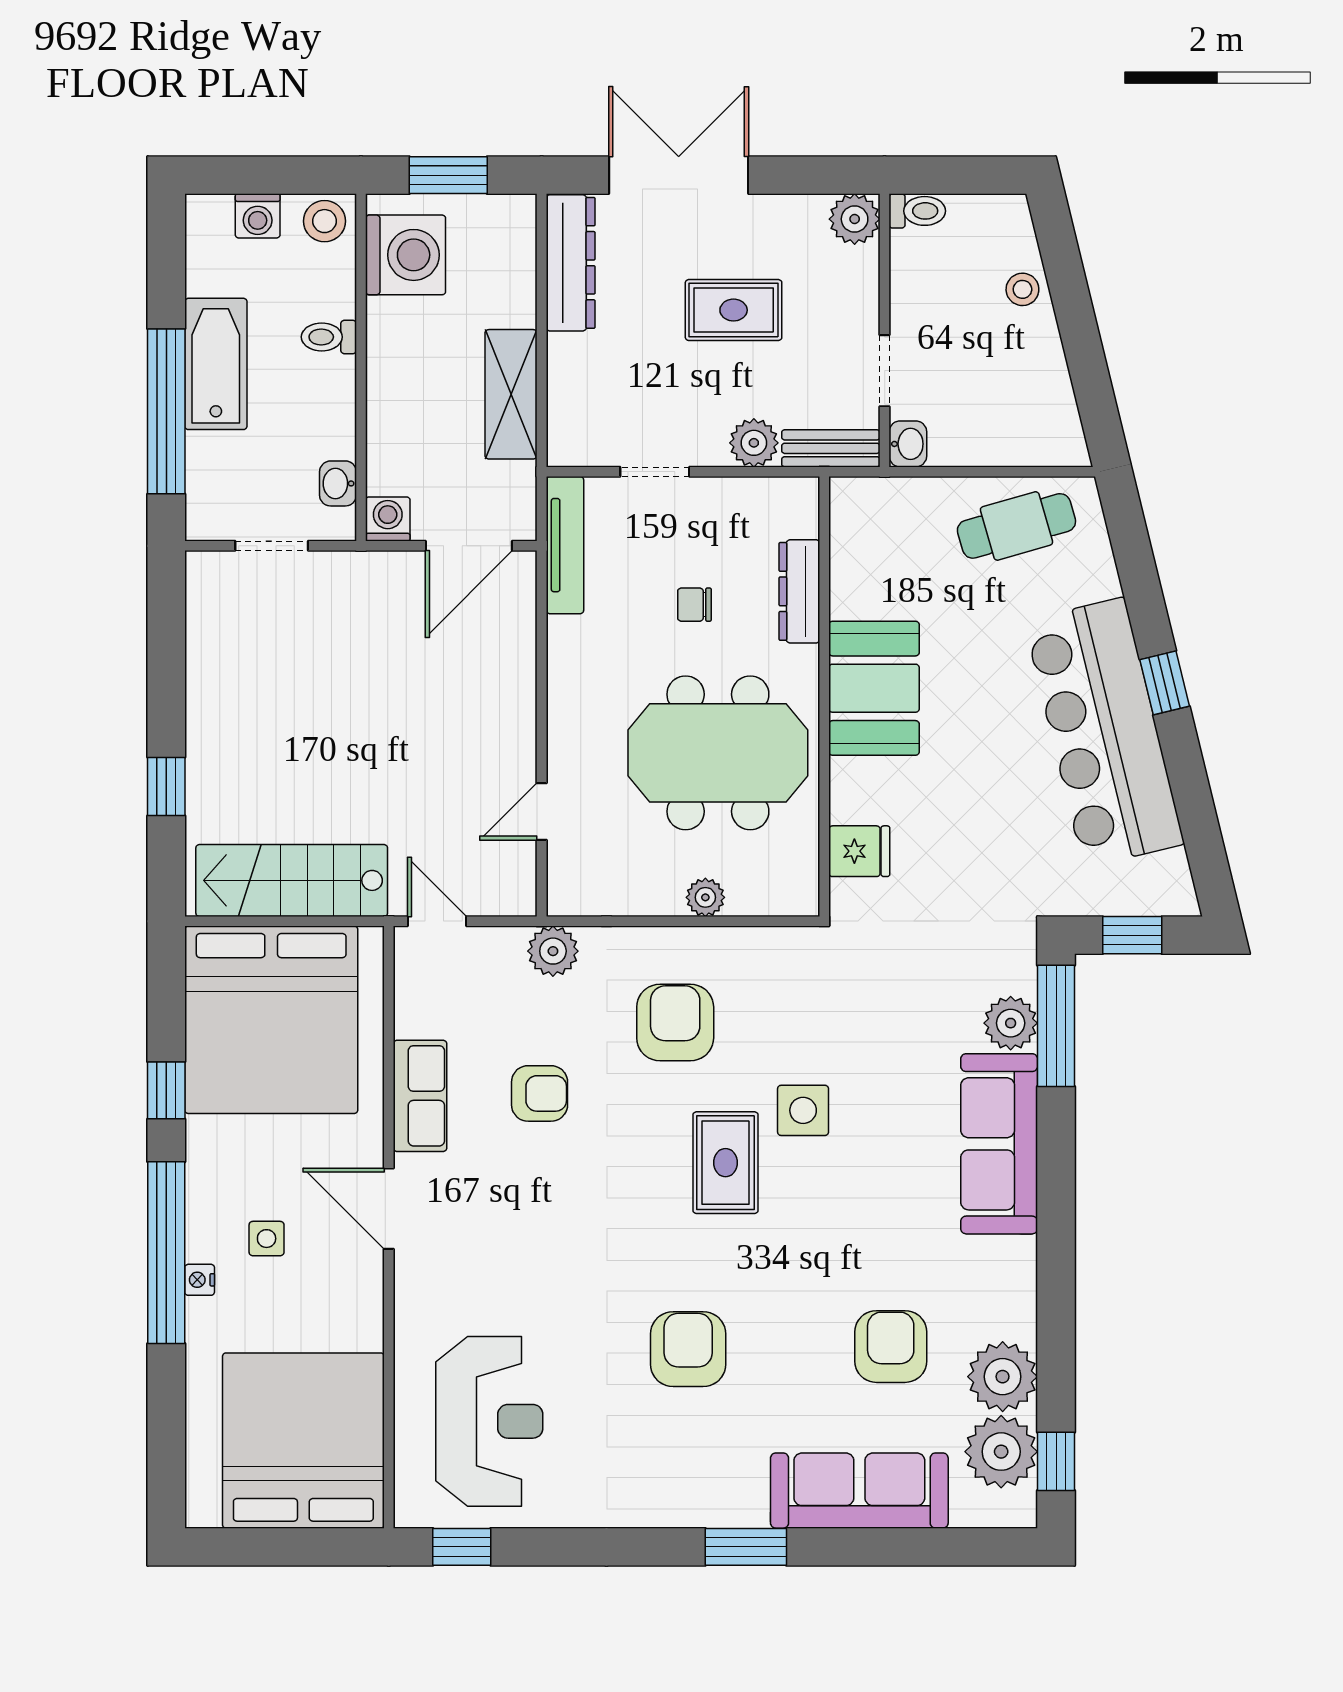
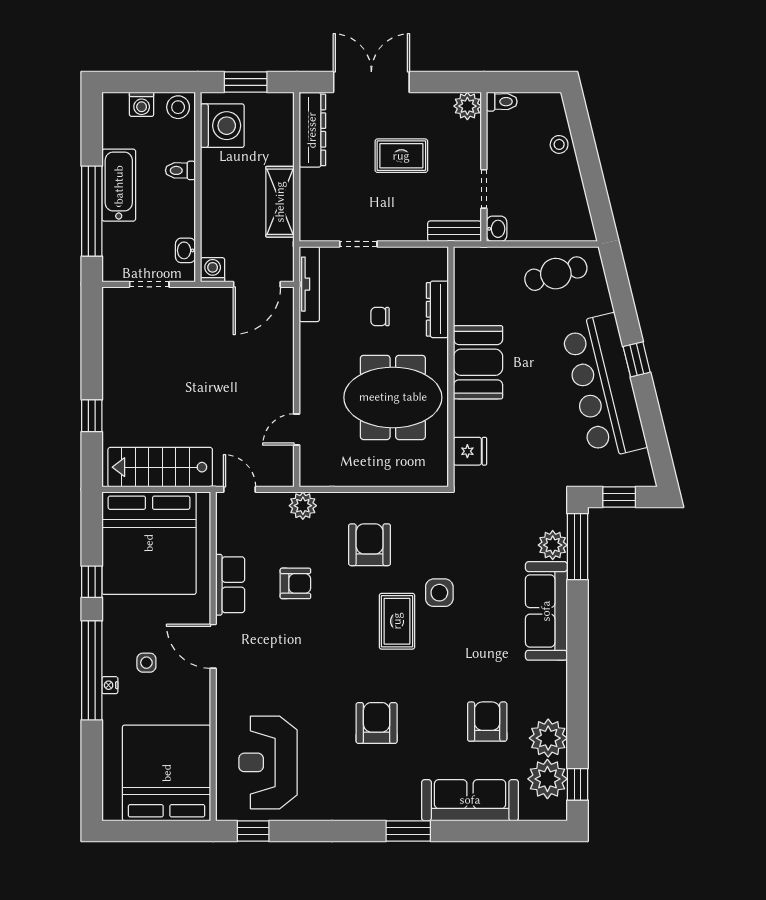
plant: (754, 443) -> (412, 228), removed
plant: (705, 897) -> (386, 476), removed
reception desk: (489, 1421) -> (268, 762), turned 180

